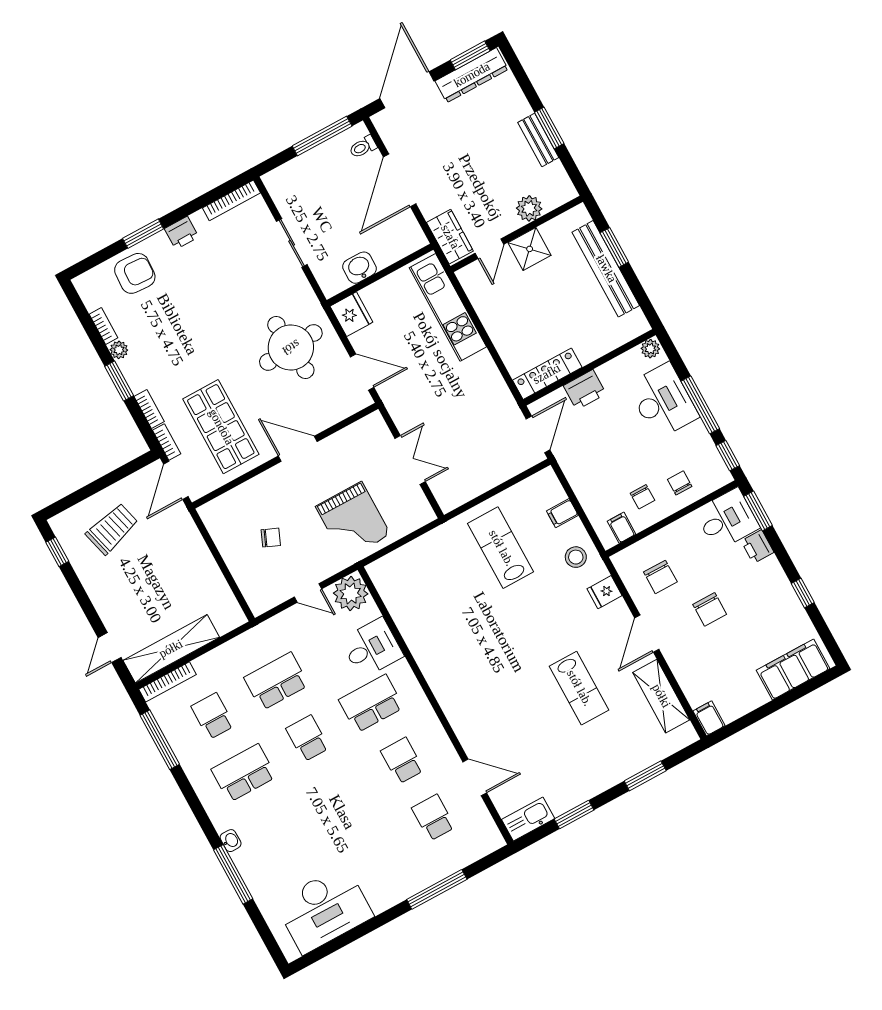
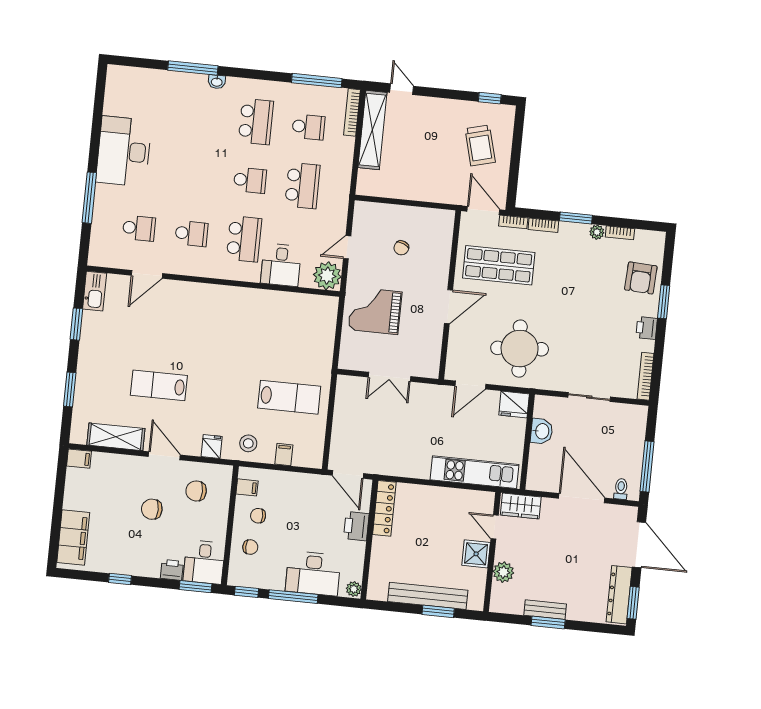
desk: (324, 909) -> (124, 151), moved

